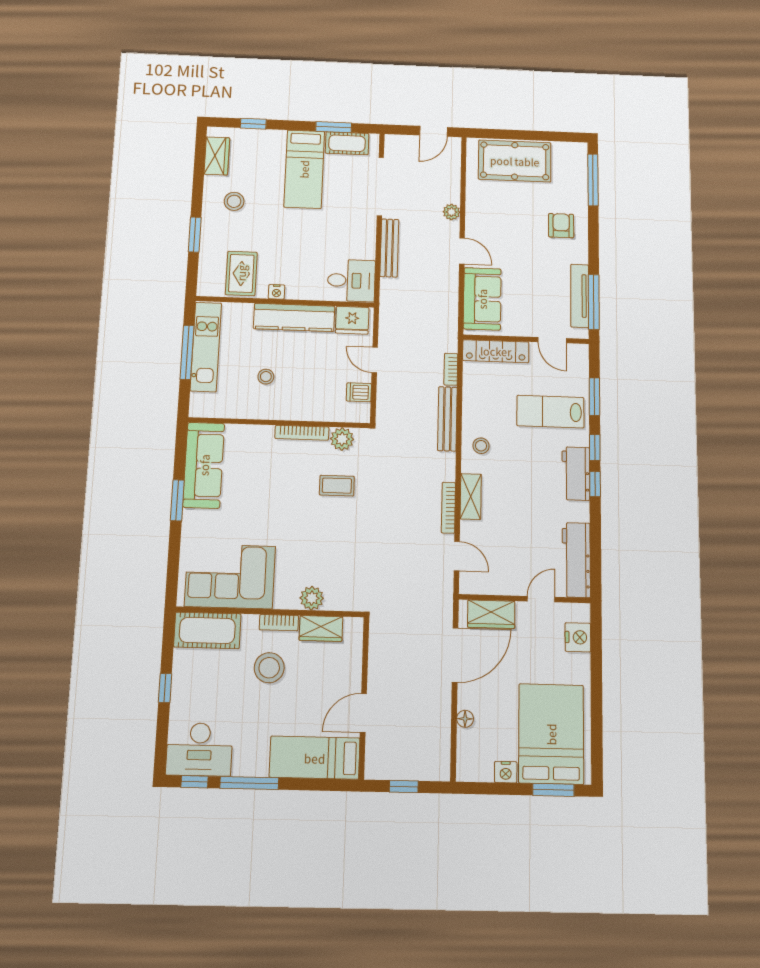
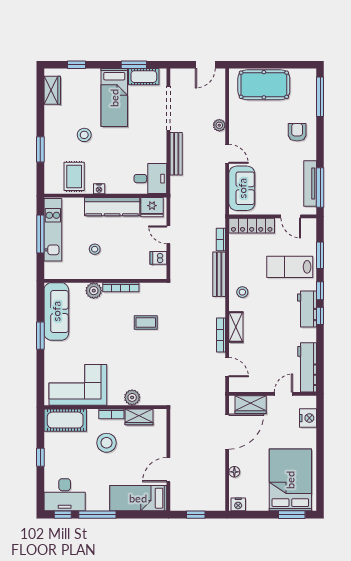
stool: (234, 201) -> (84, 135), moved
plant: (342, 439) -> (94, 291), moved
nightstand: (506, 772) -> (238, 504), moved

